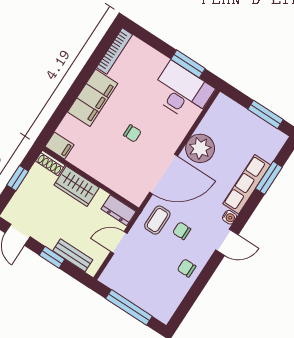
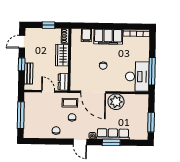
window: (188, 64) -> (152, 71), width x1.44
filing cabinet: (59, 146) -> (86, 35), moved
window: (269, 178) -> (111, 142), moved

